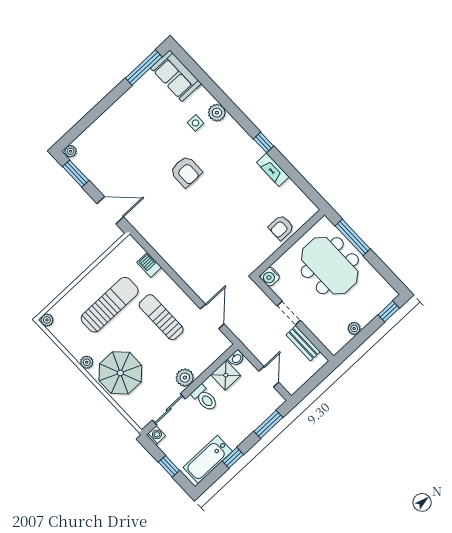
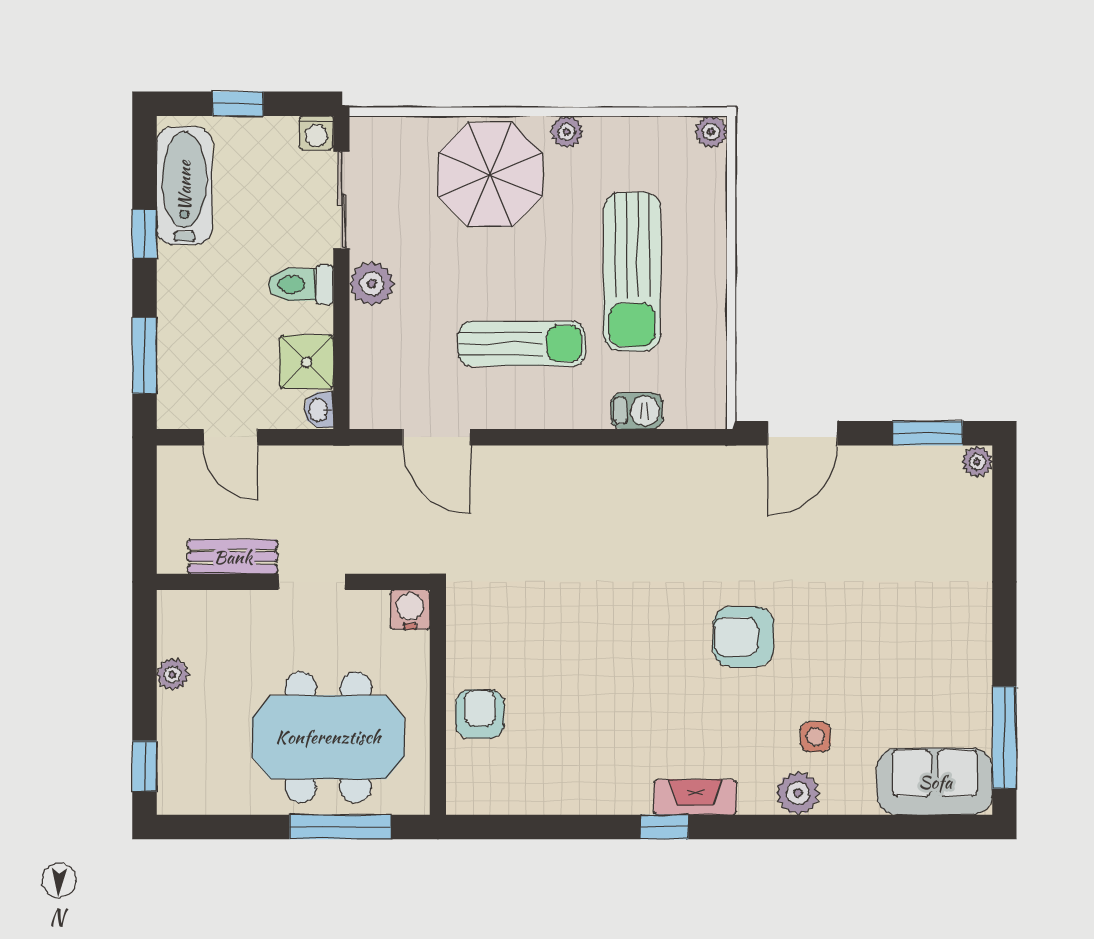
fireplace: (273, 170) -> (695, 797), moved

